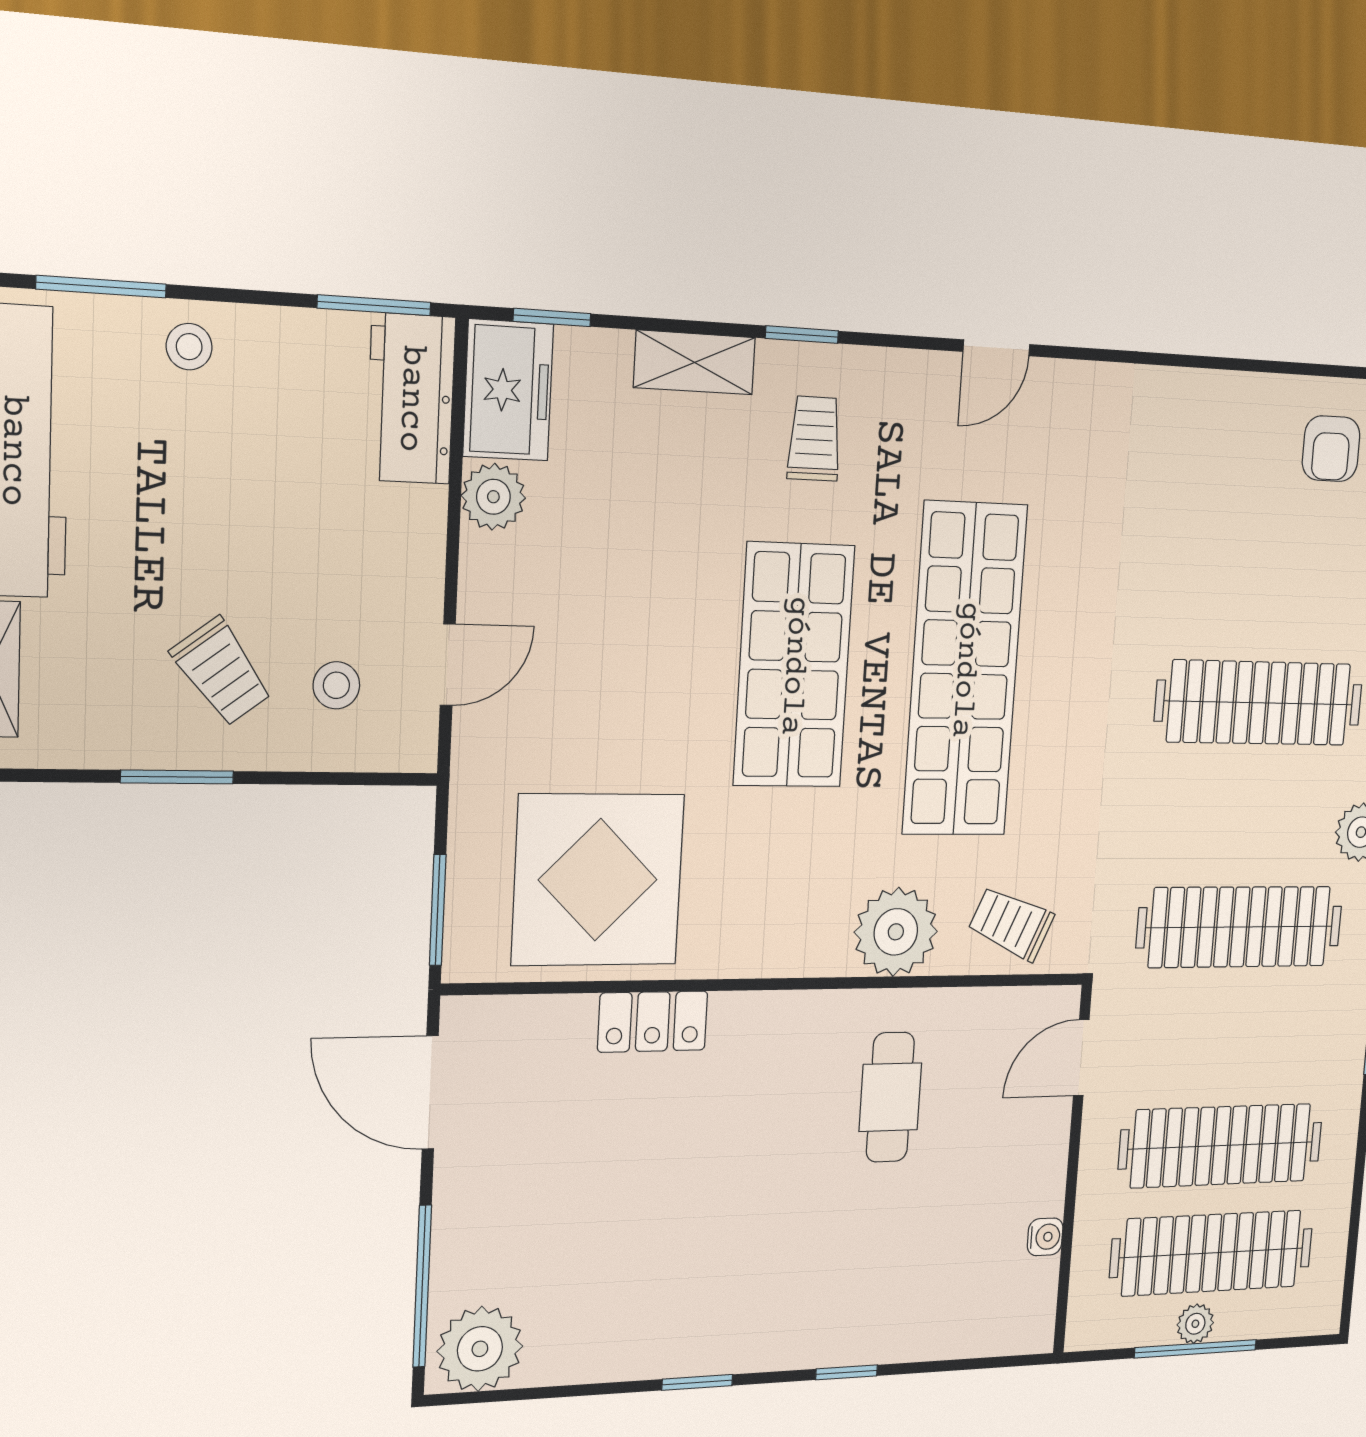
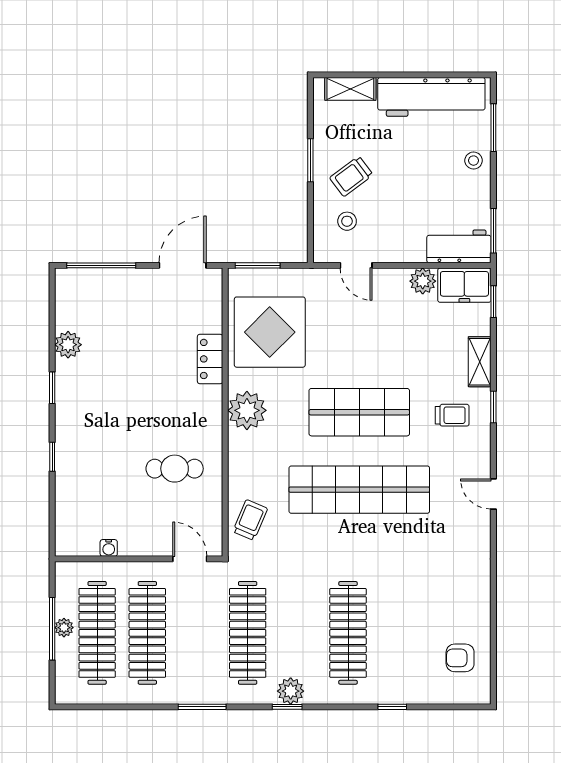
plant: (896, 932) -> (247, 410), moved
plant: (480, 1349) -> (68, 345), moved, width x0.73, depth x0.73

